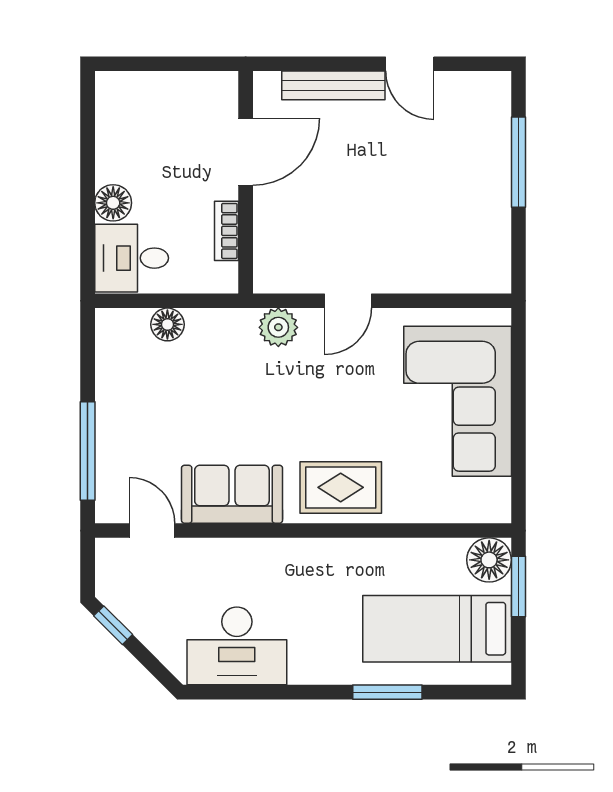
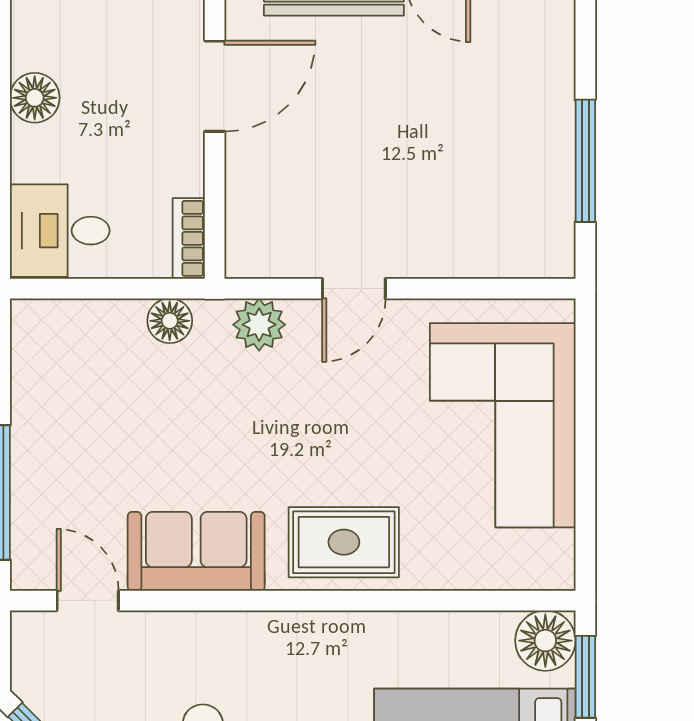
window: (518, 162) -> (585, 161), moved
floor lamp: (113, 203) -> (35, 98), moved
bookcase: (227, 231) -> (189, 238), moved
floor lamp: (167, 324) -> (170, 321), moved

